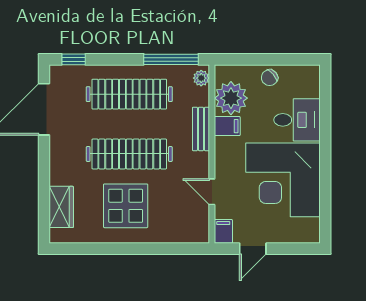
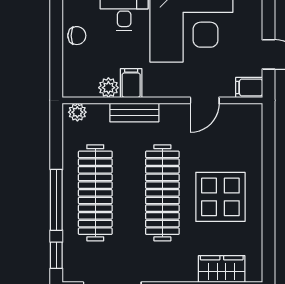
window: (171, 59) -> (56, 200), moved
chair: (270, 78) -> (77, 36), turned -50
plant: (231, 98) -> (108, 88), width x0.53, depth x0.53

